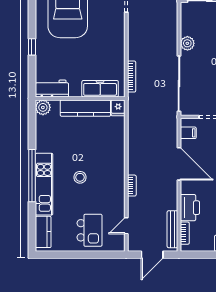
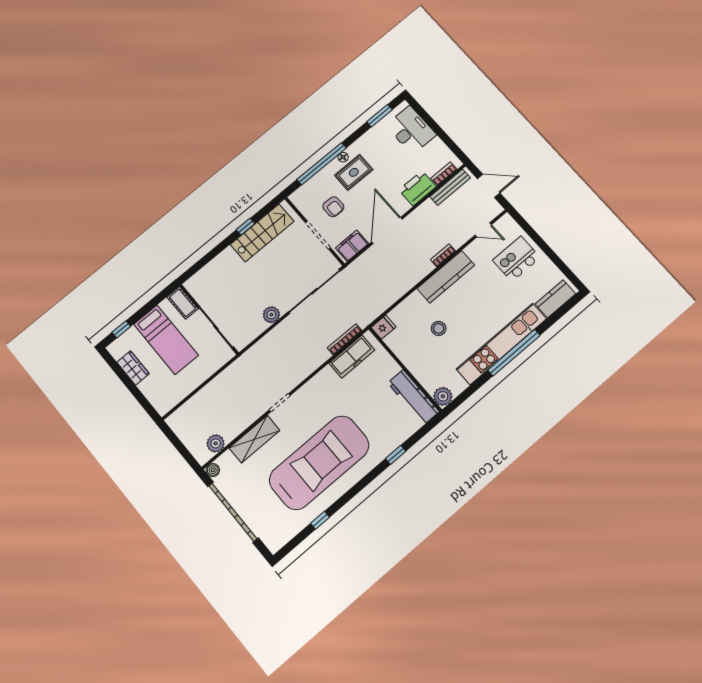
workbench: (52, 89) -> (413, 397), width x1.38
freezer: (100, 89) -> (352, 357), moved, turned -90
kitchen counter: (85, 108) -> (446, 277), moved, turned 90
filing cabinet: (188, 133) -> (352, 246), width x2.00
stool: (80, 177) -> (439, 328), moved
kitchen unit: (44, 184) -> (502, 344), width x1.36

